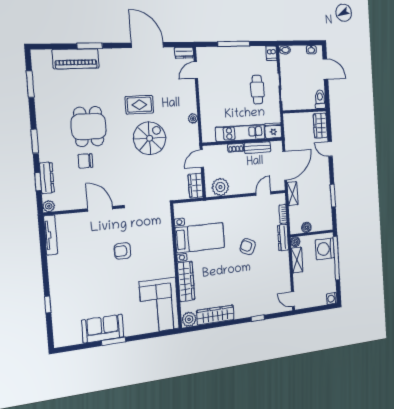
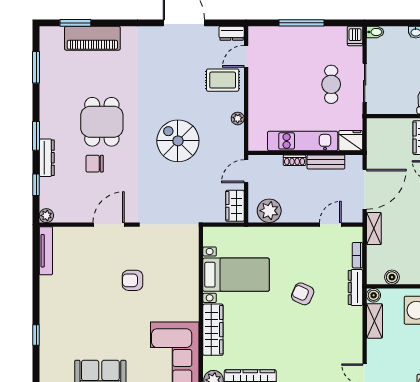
window: (90, 46) -> (75, 23), moved
rug: (139, 105) -> (223, 80), moved
spiral stairs: (150, 138) -> (178, 141), turned -90
dresser: (47, 178) -> (47, 158), moved
door: (100, 209) -> (109, 225), hinge flipped

